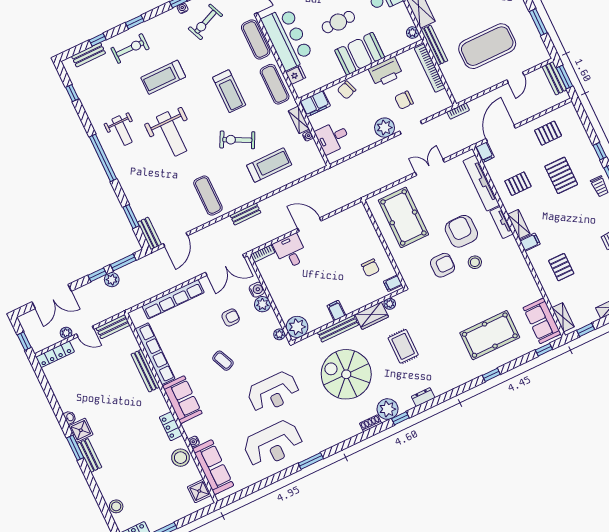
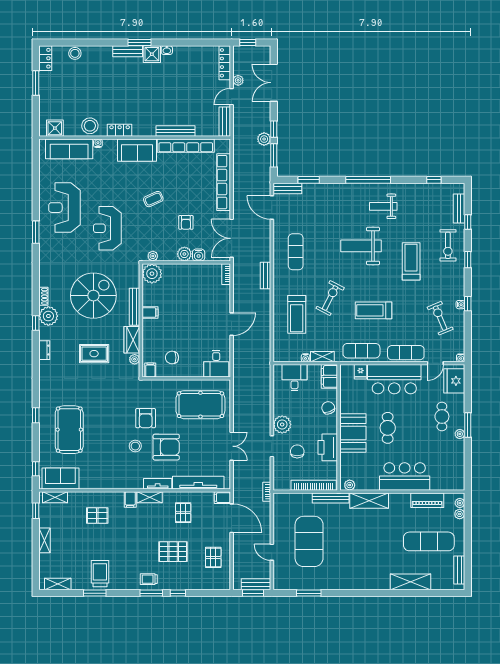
exercise mat: (208, 196) -> (296, 252), turned 90
desk: (290, 251) -> (216, 364), moved, turned 90

